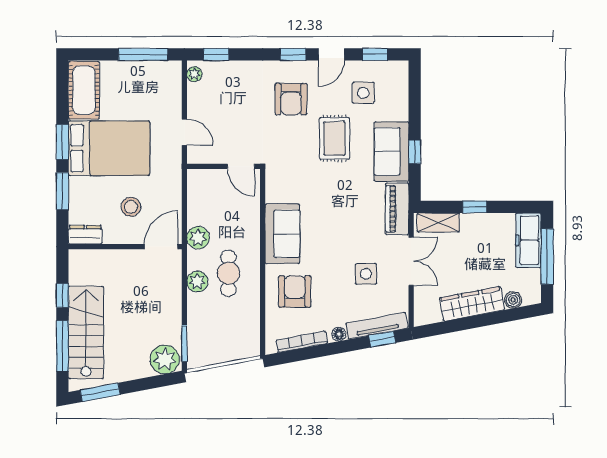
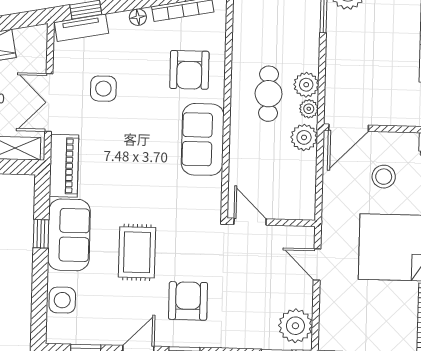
plant: (194, 74) -> (295, 326), width x1.88, depth x1.88
side table: (363, 93) -> (62, 300), moved
plant: (195, 262) -> (309, 109), added
tv unit: (377, 326) -> (81, 28), width x0.71

